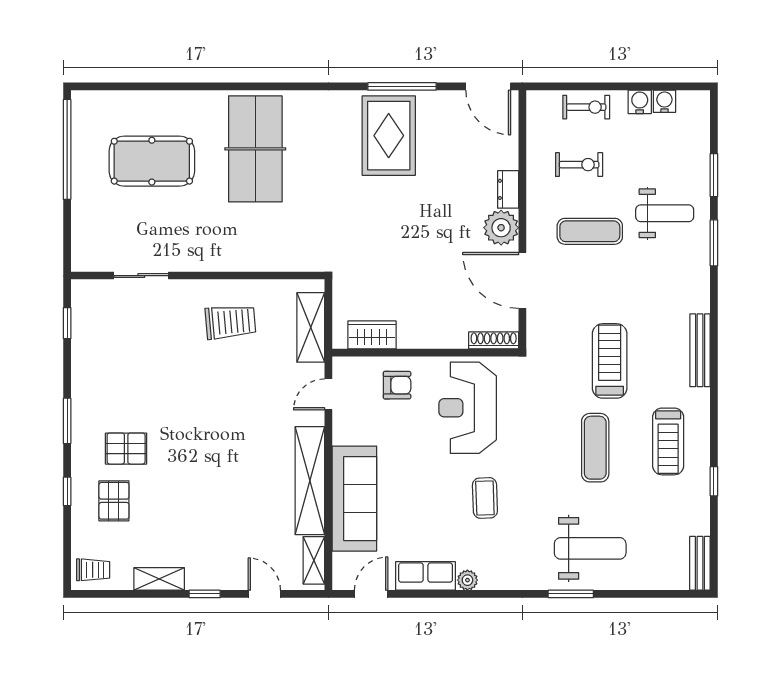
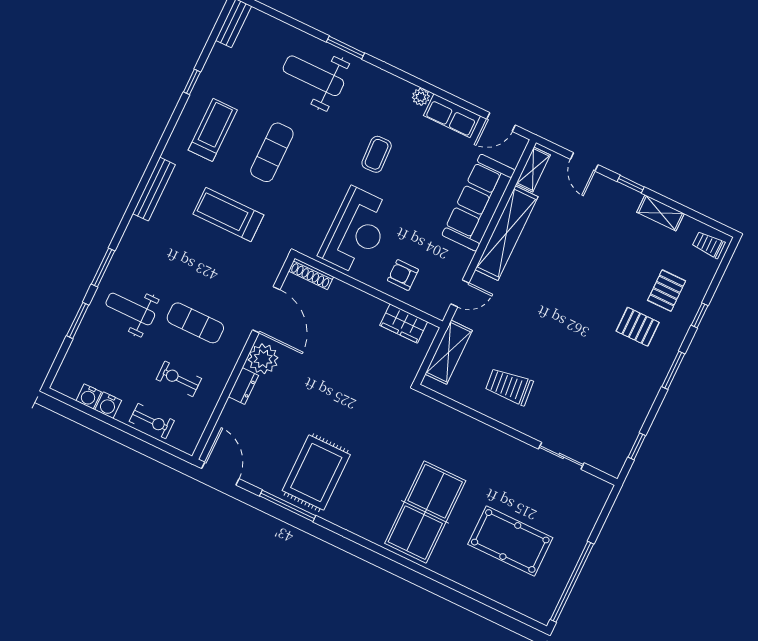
exercise bike: (586, 107) -> (152, 421), turned 180
treadmill: (610, 361) -> (228, 215), turned 90

